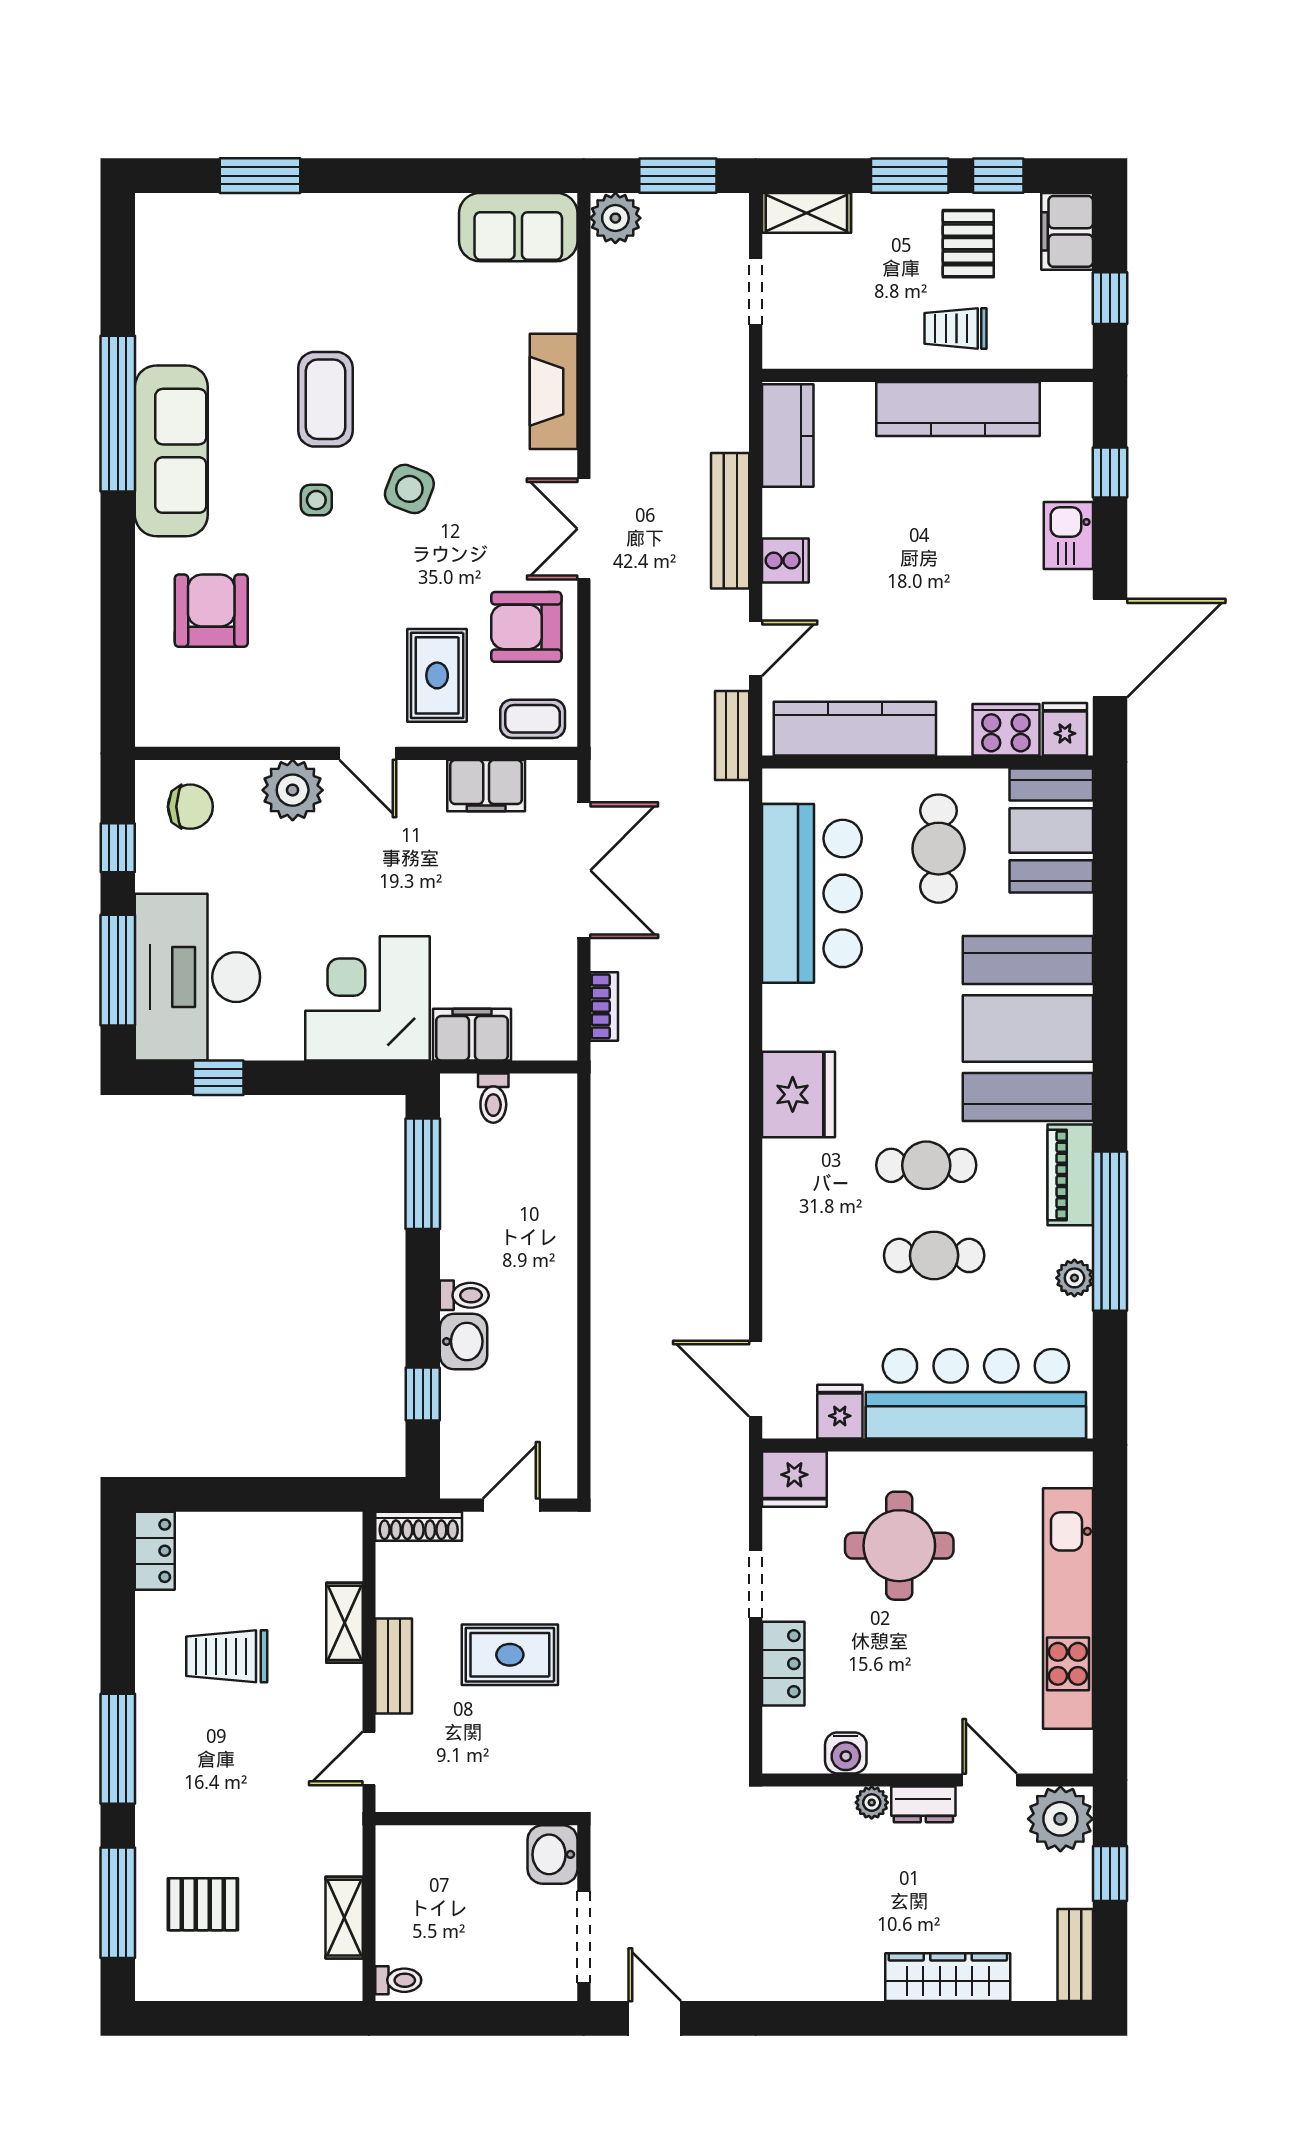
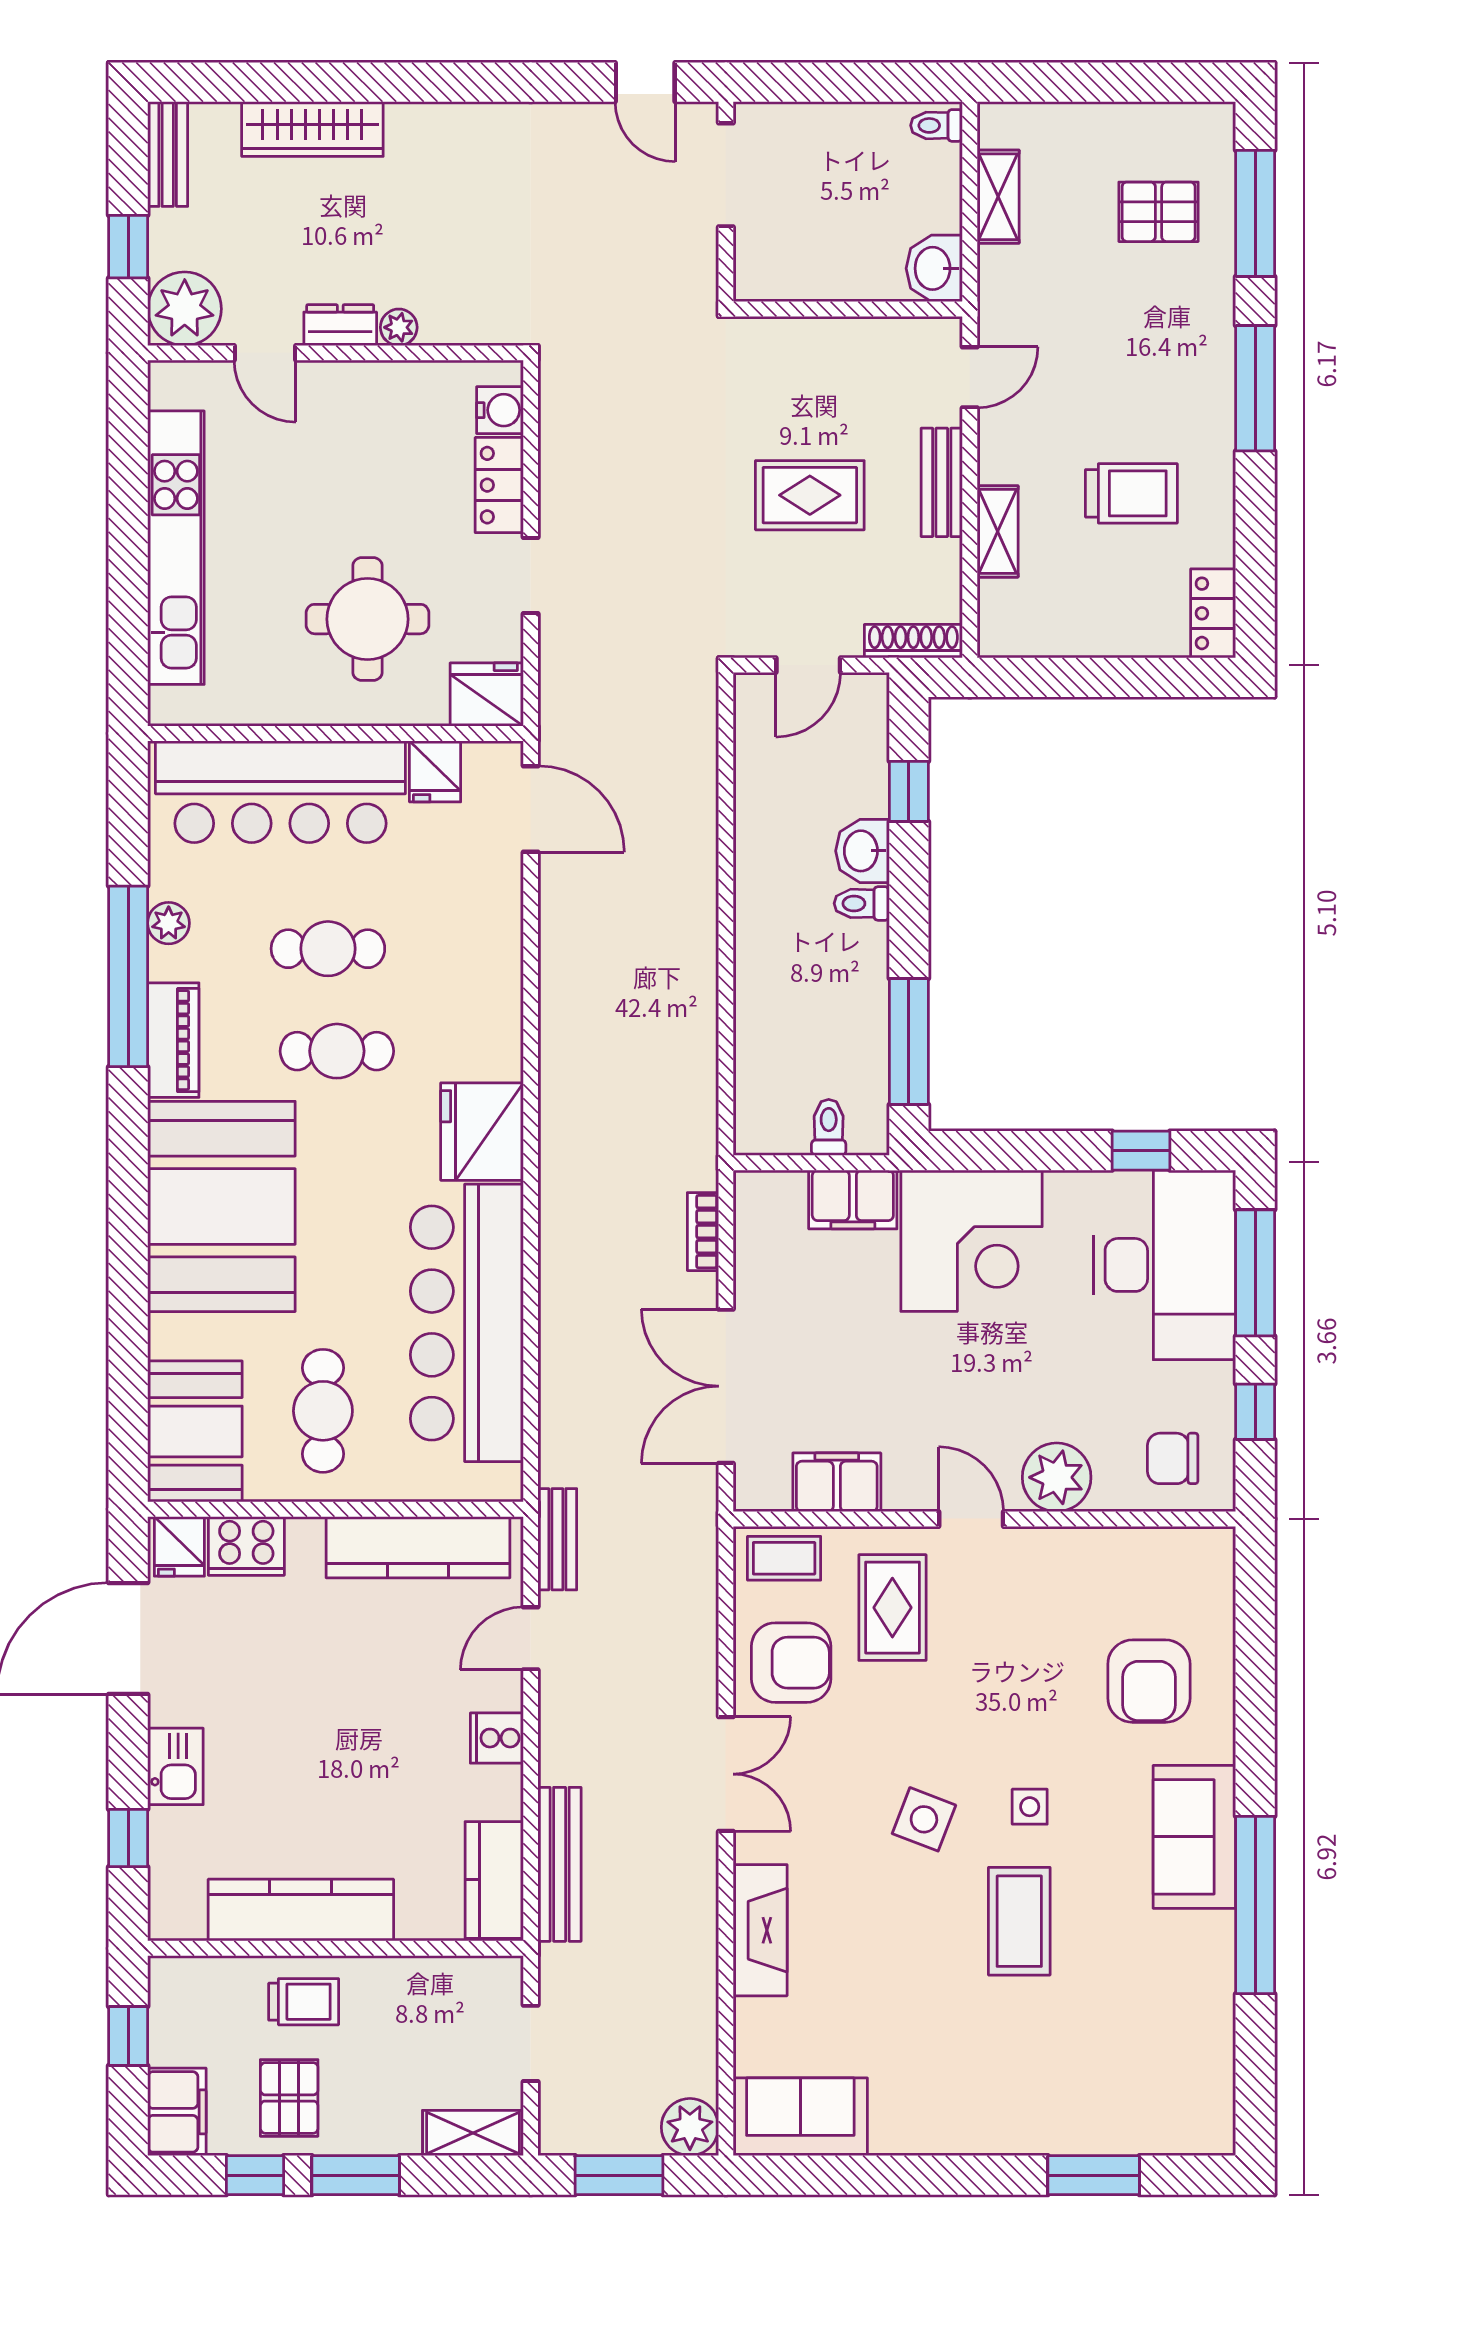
sofa: (171, 451) -> (1194, 1837), width x0.73
bench: (730, 521) -> (560, 1864), moved
bar counter: (812, 893) -> (467, 1323), width x1.36
water cooler: (846, 1753) -> (500, 410), moved, turned 90
washbasin: (553, 1854) -> (934, 268), moved, turned 180

